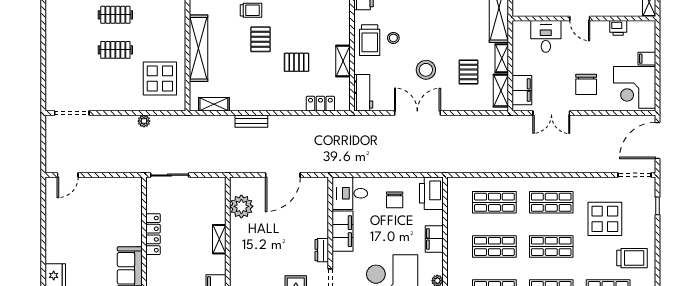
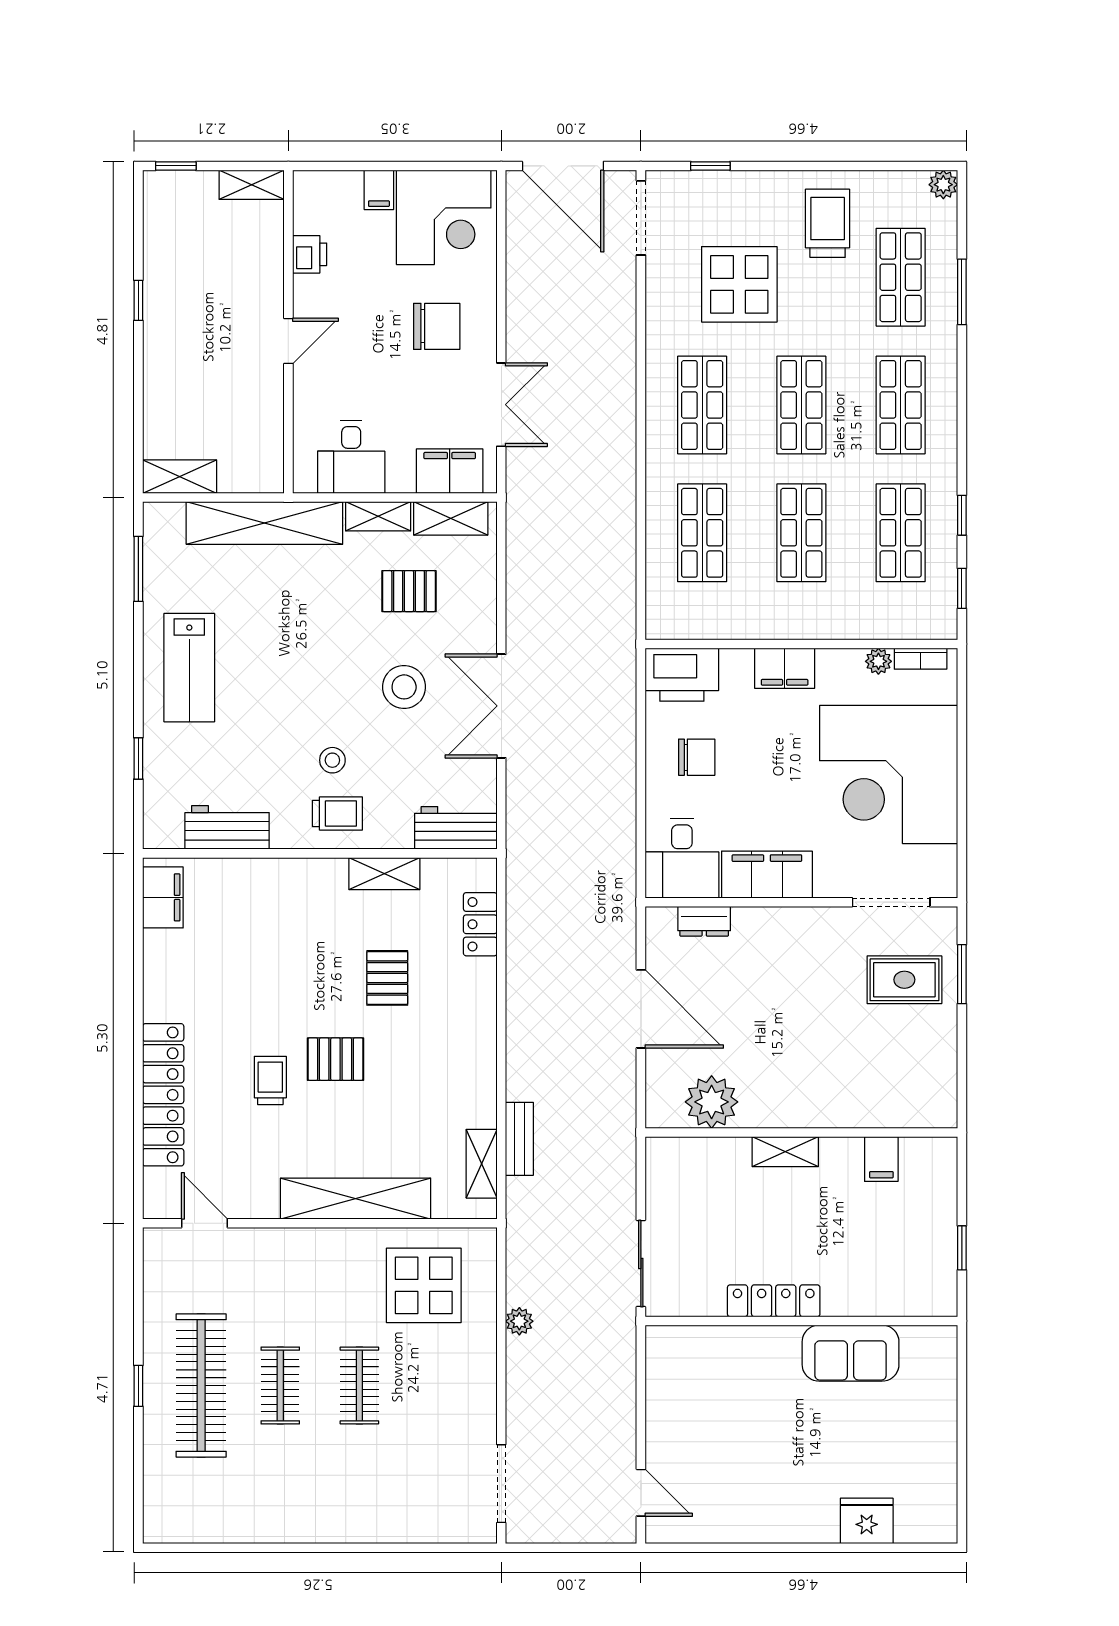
desk: (546, 36) -> (351, 457), moved, turned -90
trolley: (370, 40) -> (337, 814), width x0.73, depth x0.72
bench: (251, 121) -> (519, 1139), moved
dresser: (322, 250) -> (704, 921), moved

